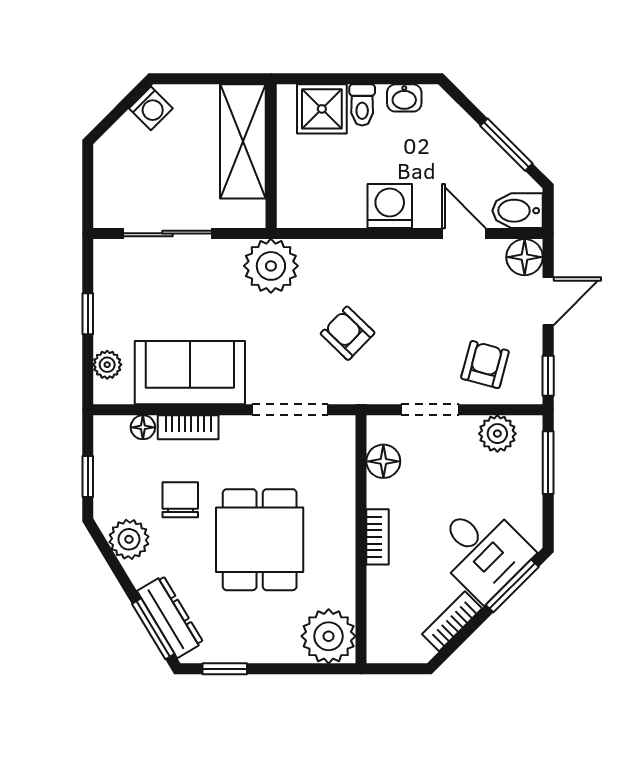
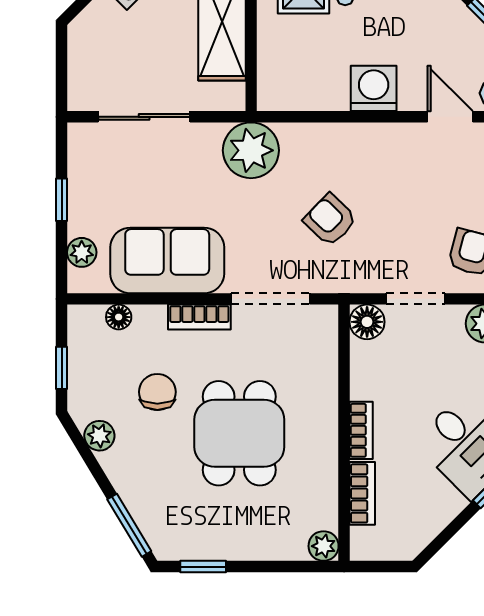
bookcase: (188, 427) -> (199, 317), moved
floor lamp: (383, 461) -> (367, 322), moved
plant: (129, 539) -> (99, 436), width x0.73, depth x0.73
dresser: (170, 617) -> (147, 513), removed
bookcase: (452, 621) -> (362, 493), moved, turned 135
plant: (329, 636) -> (324, 546), width x0.53, depth x0.53

